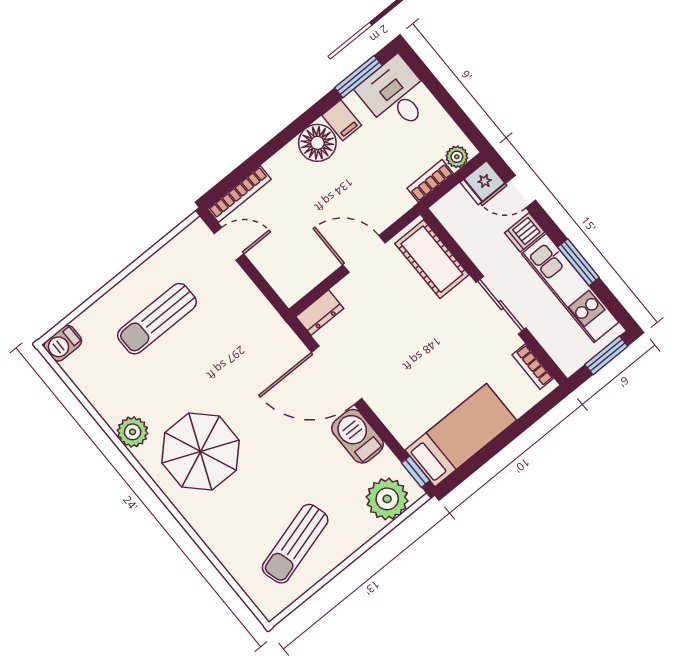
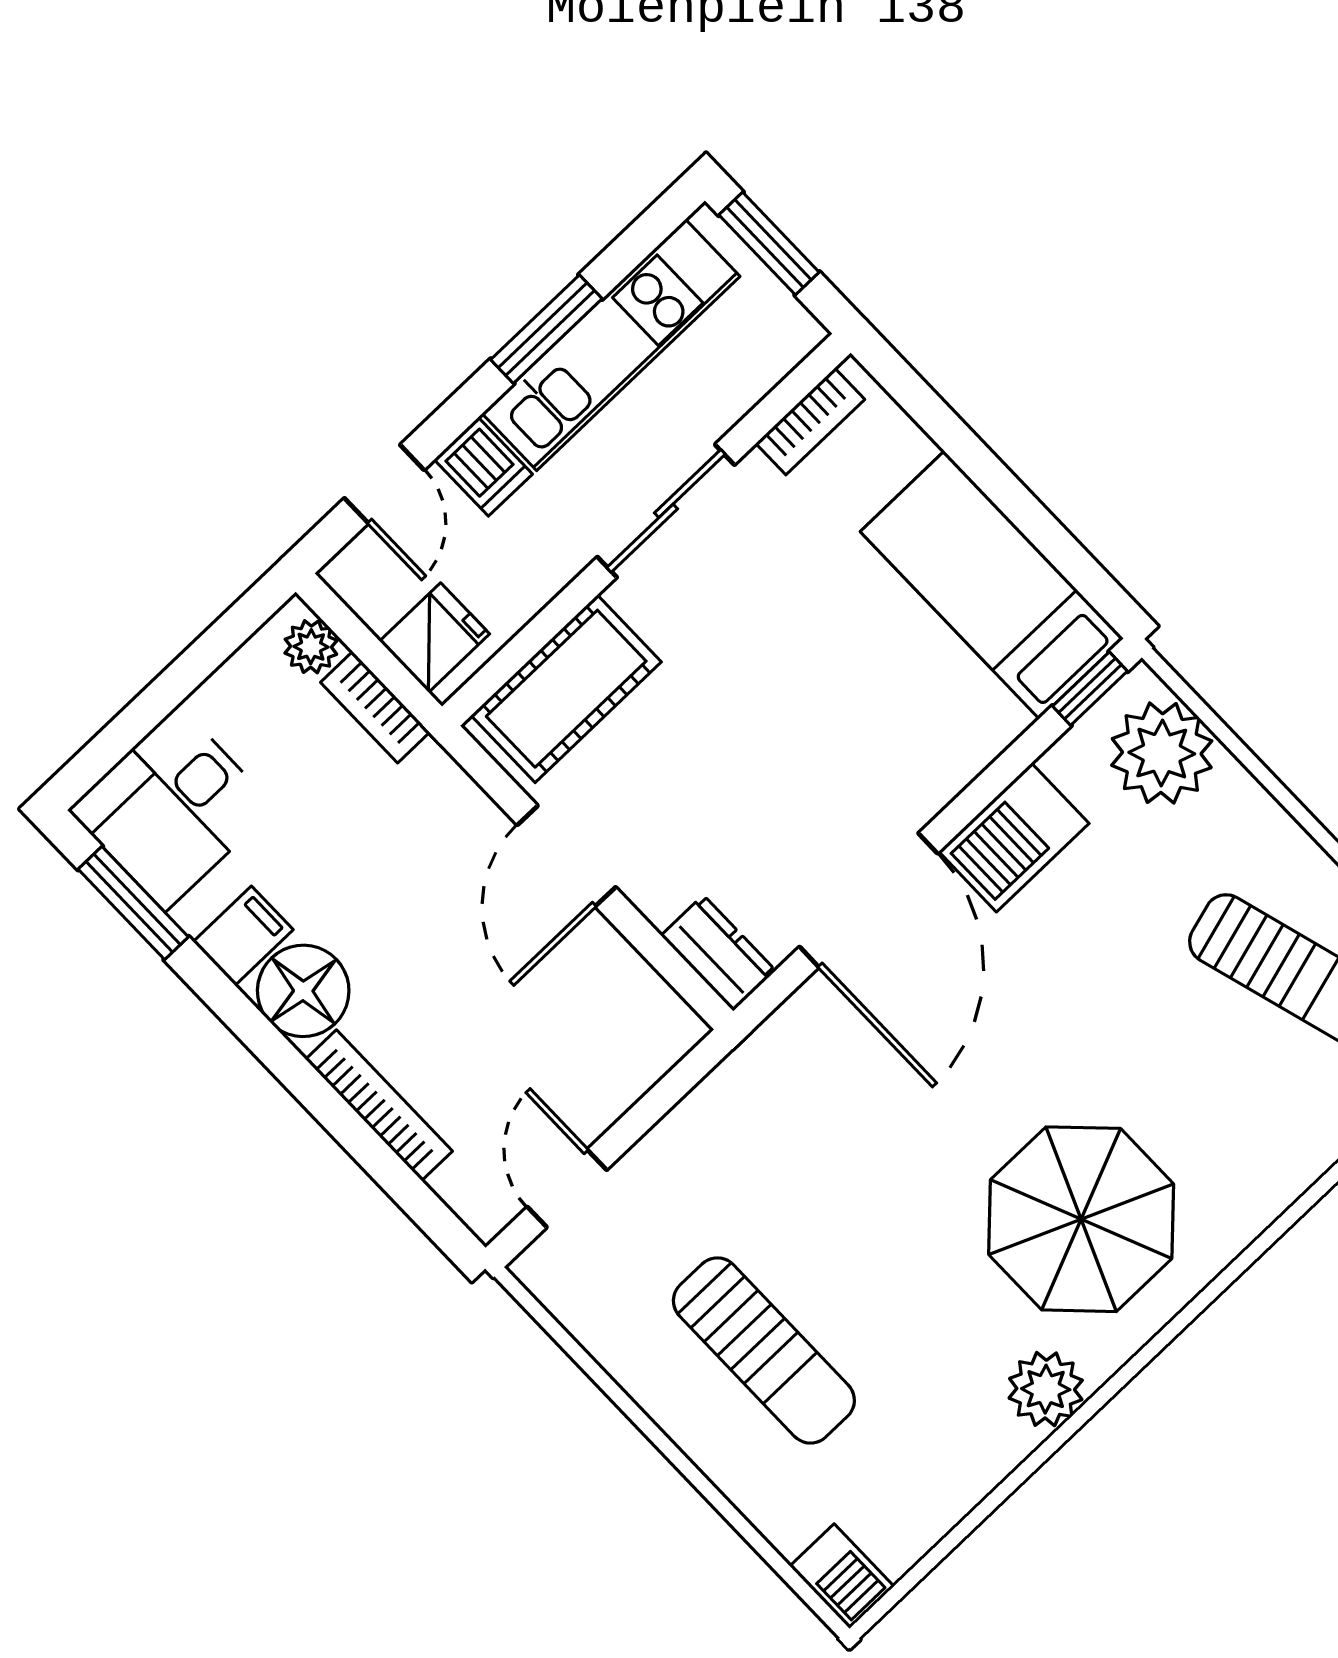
fridge: (482, 183) -> (435, 638), moved, turned -90
bookcase: (239, 194) -> (379, 1105), moved

